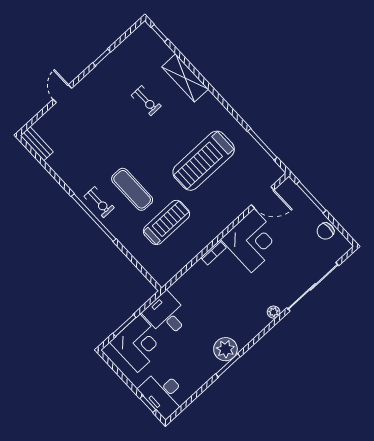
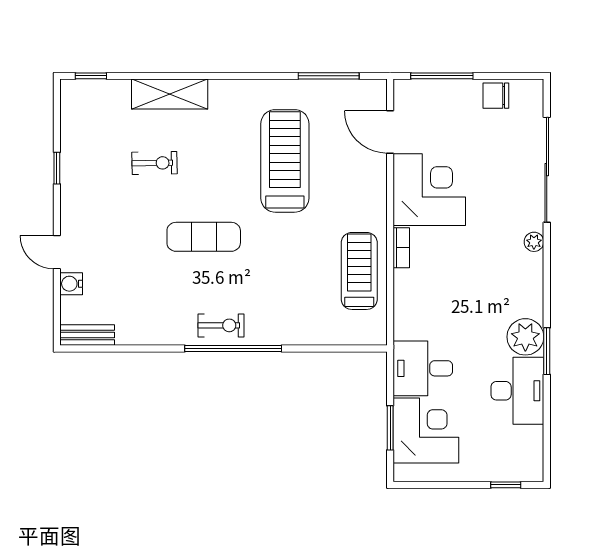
water cooler: (54, 114) -> (71, 284), added
treadmill: (204, 161) -> (285, 161), turned 180
exercise mat: (132, 189) -> (204, 237), moved
door: (263, 197) -> (390, 132), swing flipped
treadmill: (166, 222) -> (359, 271), moved
chair: (325, 231) -> (496, 96), turned 90
desk: (163, 393) -> (517, 391), moved, turned -90

